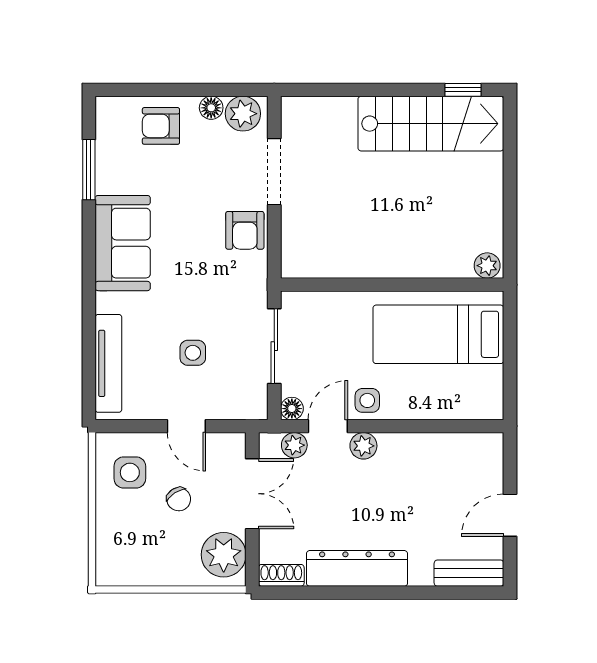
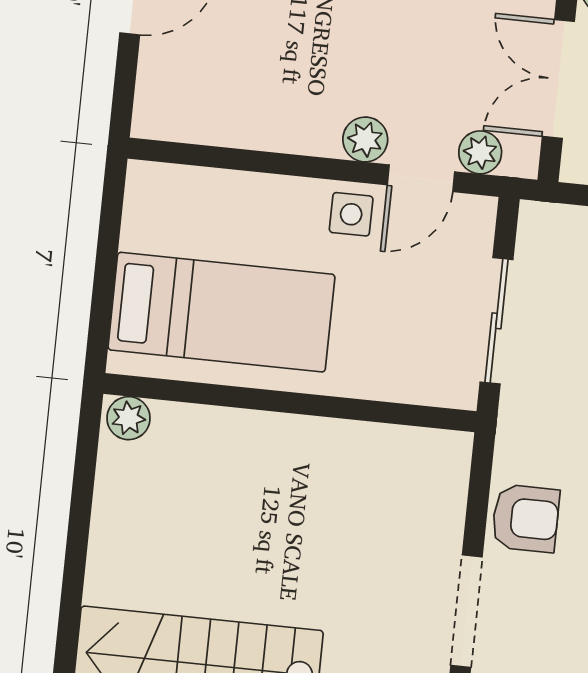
armchair: (245, 230) -> (526, 518), turned 90
floor lamp: (292, 409) -> (478, 214), removed

